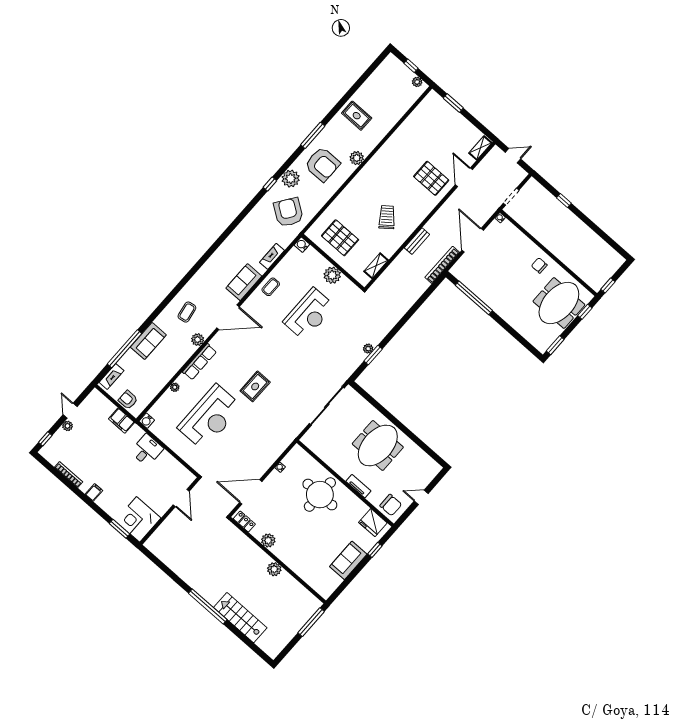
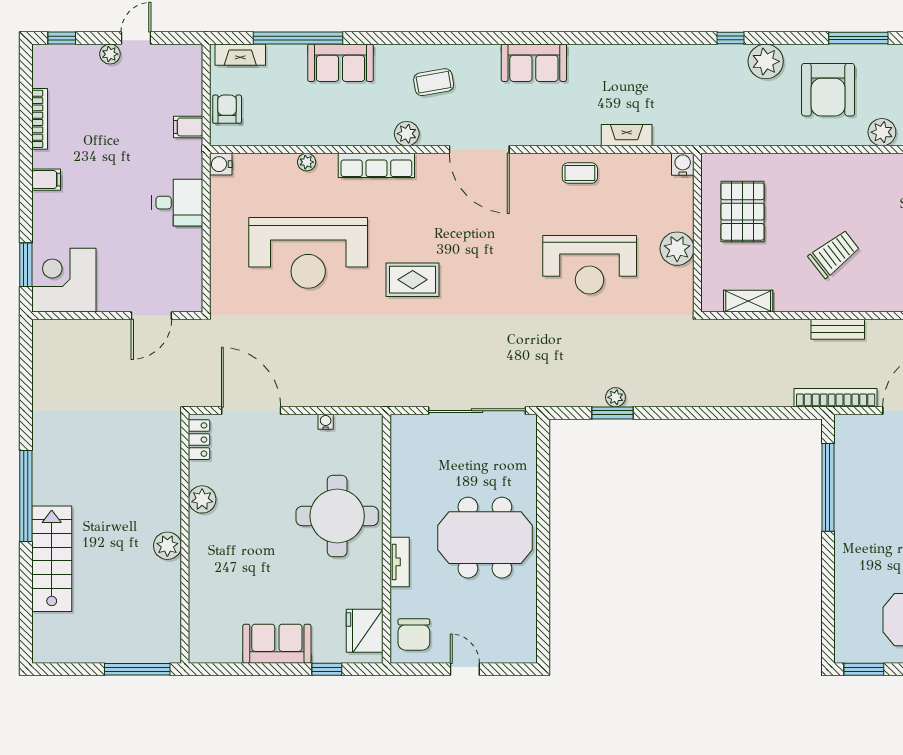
armchair: (288, 212) -> (713, 102), removed
sofa: (244, 282) -> (534, 63), moved, turned 180
filing cabinet: (122, 421) -> (188, 127), width x0.50

